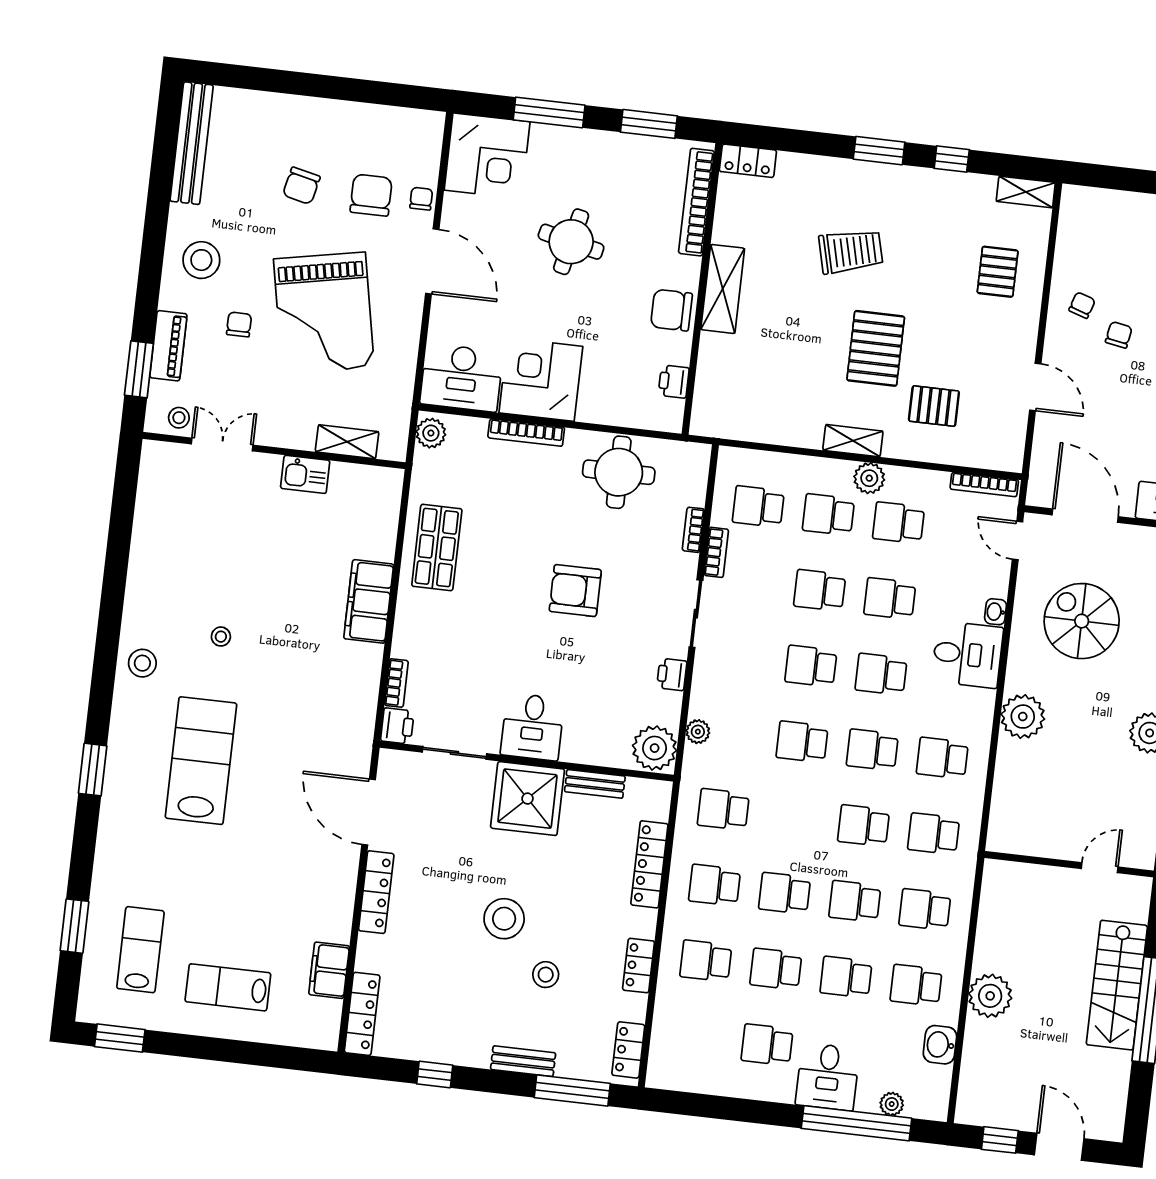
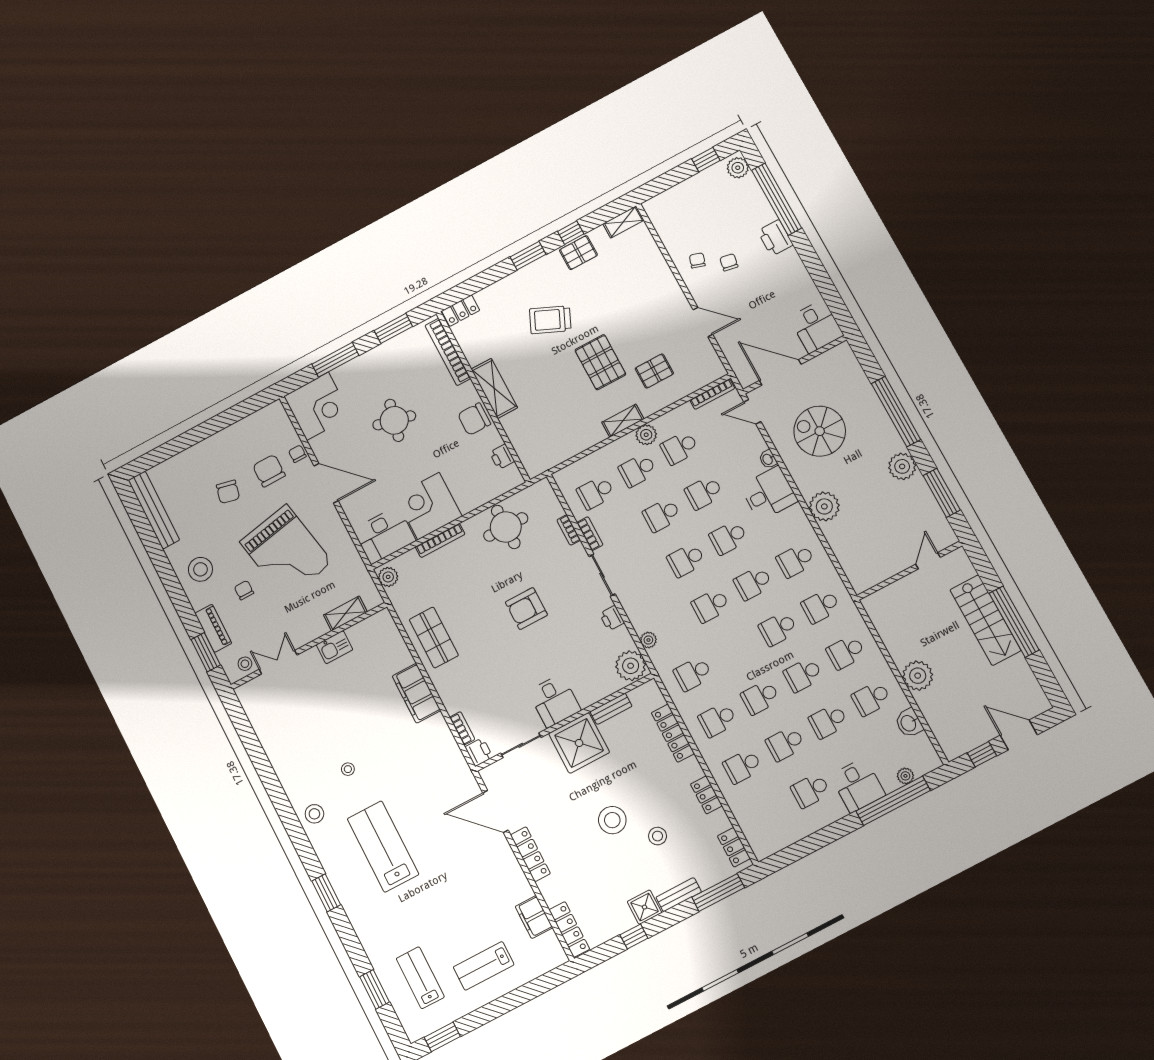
trolley: (851, 251) -> (550, 320), turned -142
pallet: (998, 272) -> (578, 253), moved, turned 90
shower: (472, 1048) -> (644, 907), added

